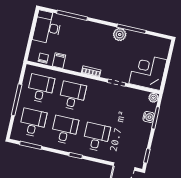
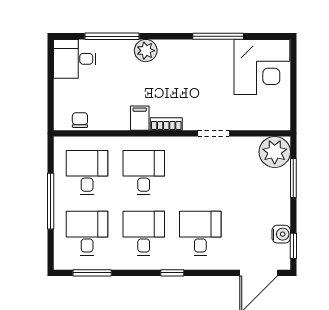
desk: (47, 27) -> (75, 59), width x0.73
plant: (120, 35) -> (146, 51), moved
filing cabinet: (59, 61) -> (140, 118), moved
corner desk: (148, 72) -> (262, 67), moved, turned 180
plant: (153, 98) -> (275, 152), width x1.87, depth x1.87
water cooler: (149, 117) -> (281, 234), moved

